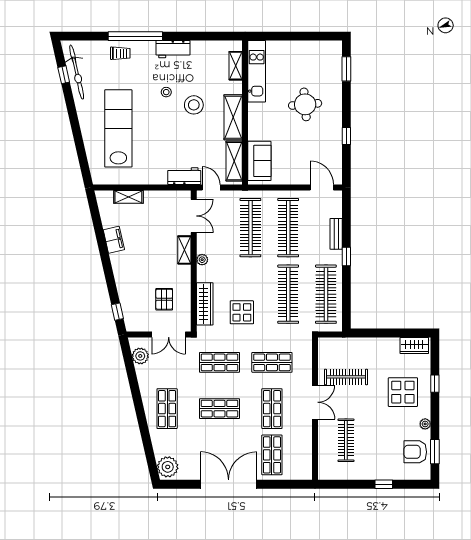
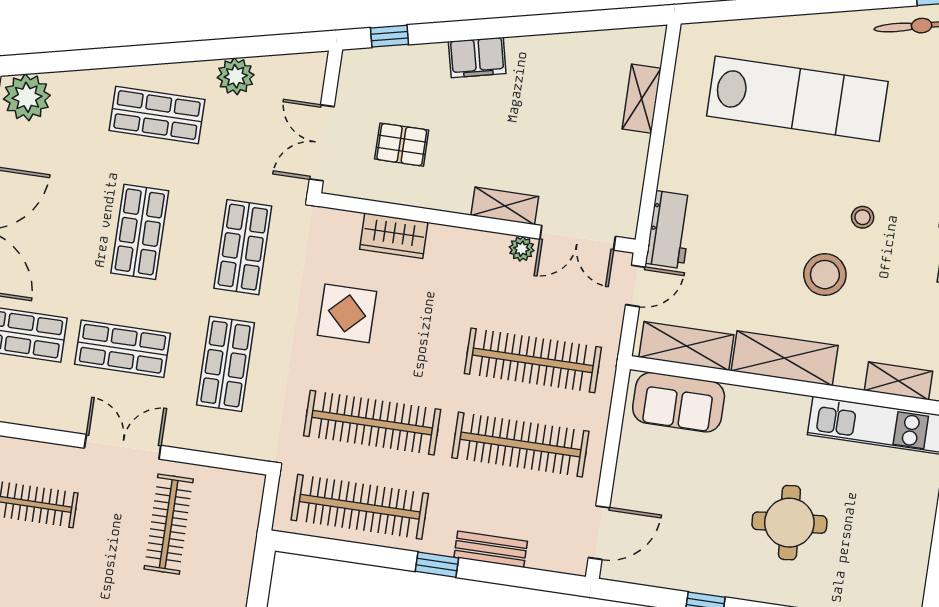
filing cabinet: (114, 240) -> (477, 58), moved
plant: (202, 260) -> (522, 249), moved
wardrobe: (205, 304) -> (394, 236), width x0.67
plant: (140, 356) -> (236, 76), moved
double door: (315, 402) -> (123, 447), swing flipped

